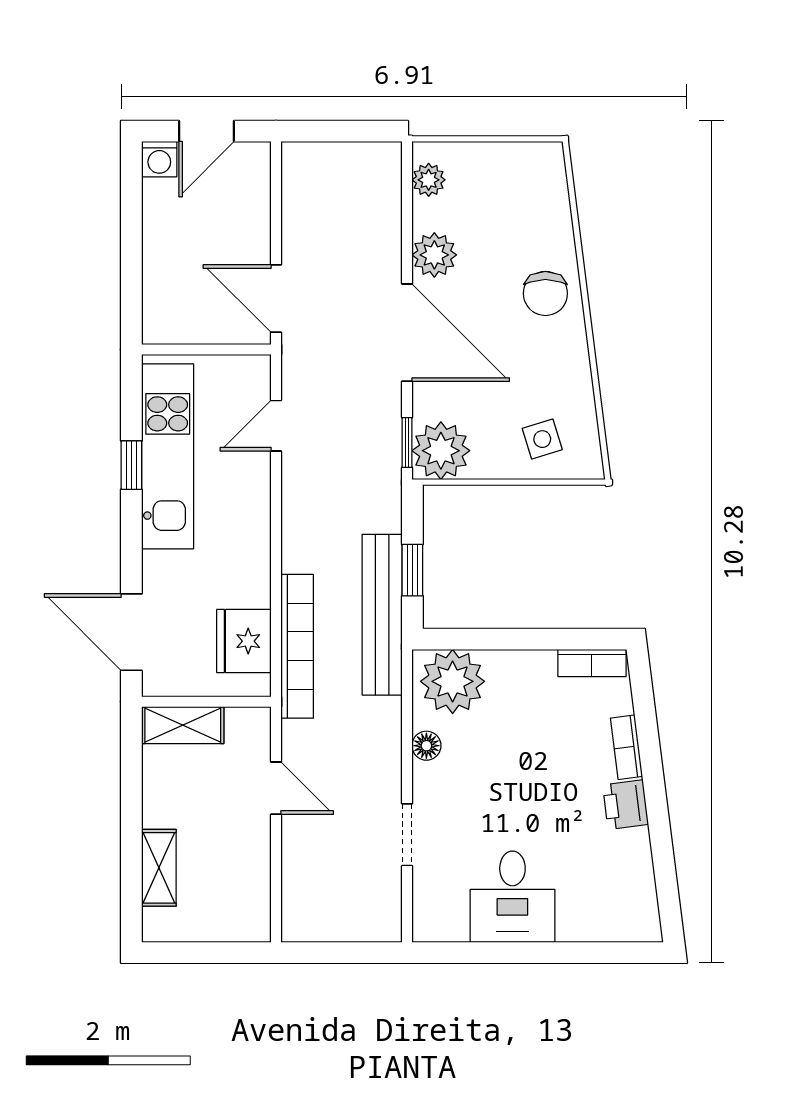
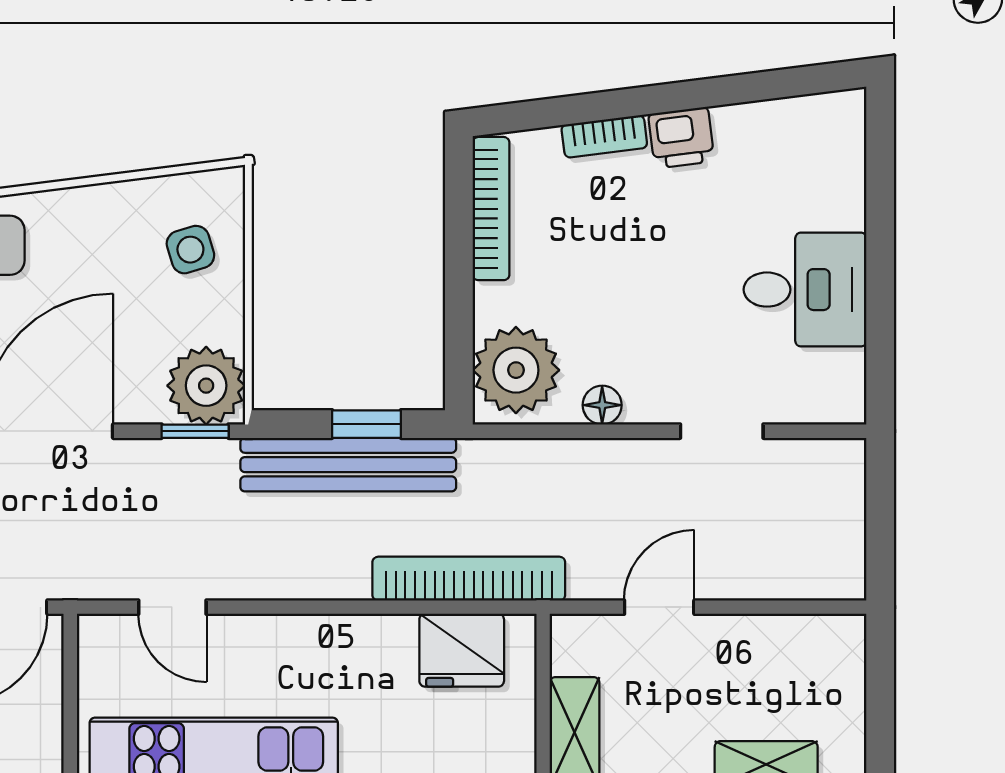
bench: (382, 615) -> (348, 465), moved
bookcase: (592, 663) -> (491, 209), width x1.56

